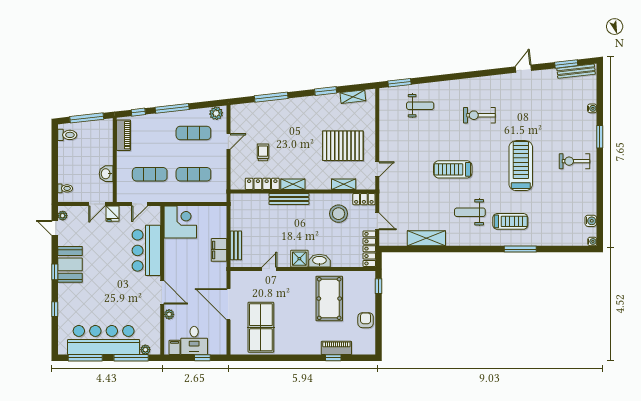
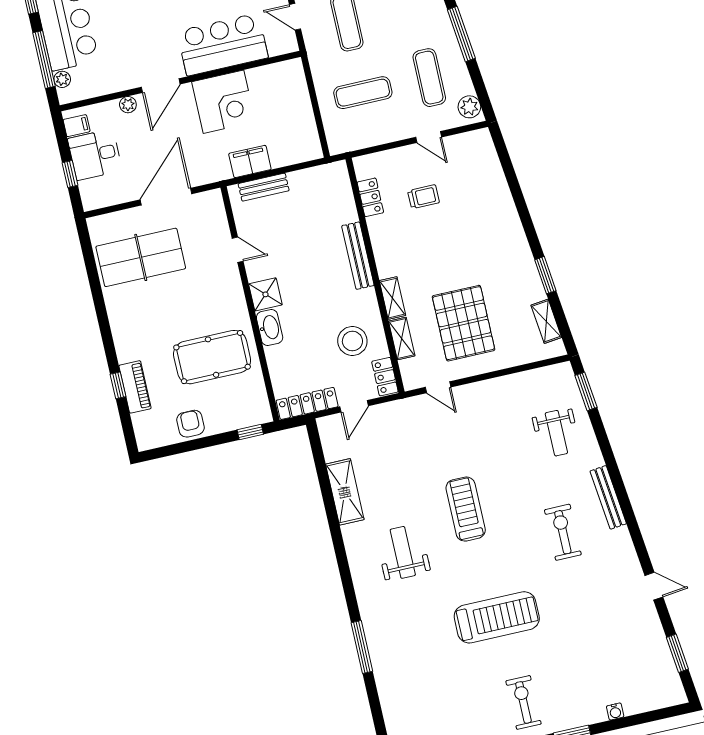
bench: (576, 71) -> (608, 497), moved
window: (271, 97) -> (516, 190), removed
exercise mat: (193, 174) -> (363, 93), turned 90
locker: (262, 184) -> (370, 197), width x0.66
shelving: (293, 184) -> (393, 298), moved
treadmill: (510, 221) -> (403, 621), removed
corner desk: (180, 222) -> (223, 102), moved
armchair: (366, 320) -> (190, 424), turned -90

